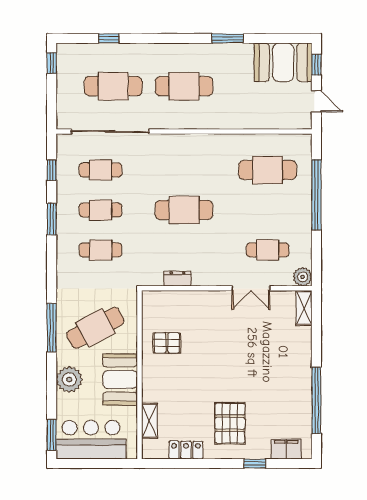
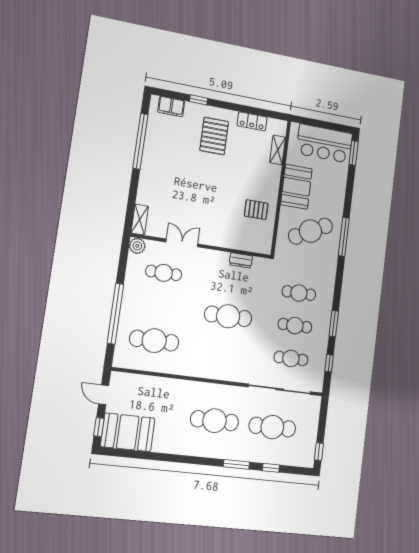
window: (228, 38) -> (236, 464), moved
plant: (69, 379) -> (335, 194), removed

